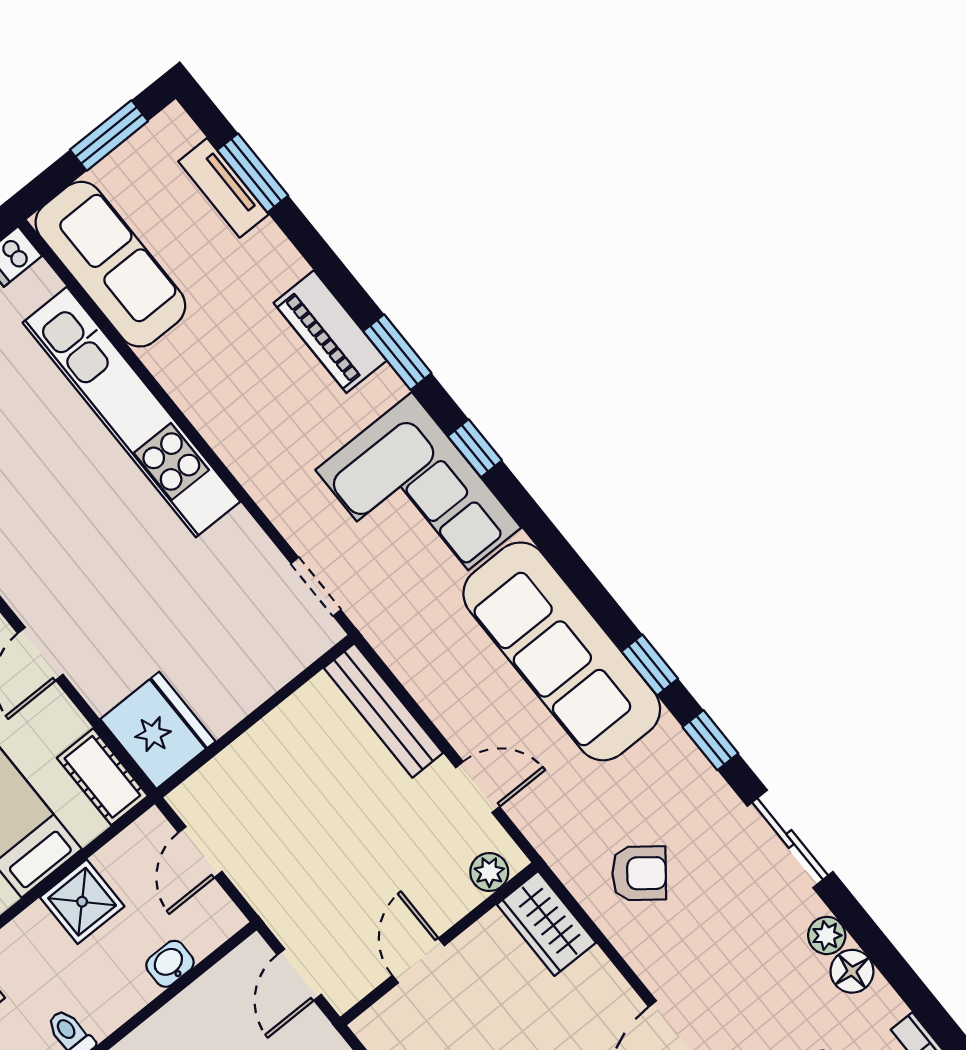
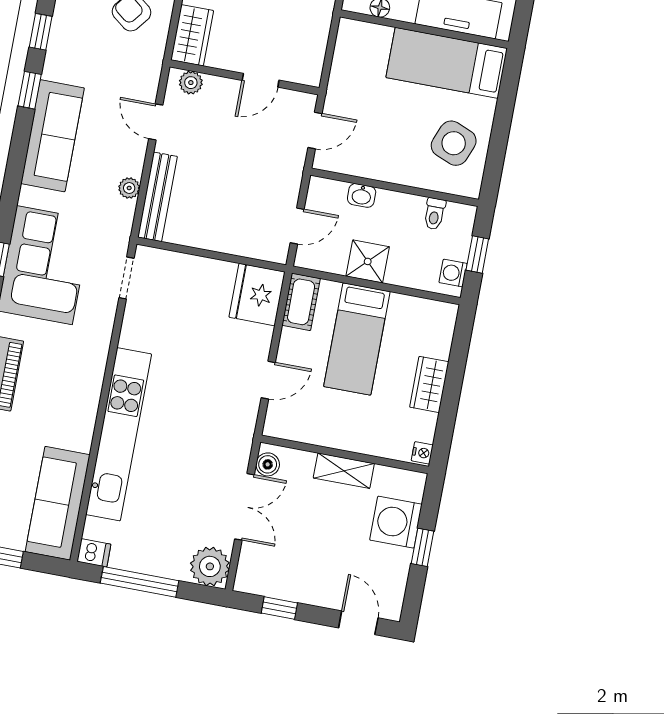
sofa: (562, 651) -> (53, 136), width x0.74, depth x0.79
plant: (424, 685) -> (129, 188), added

